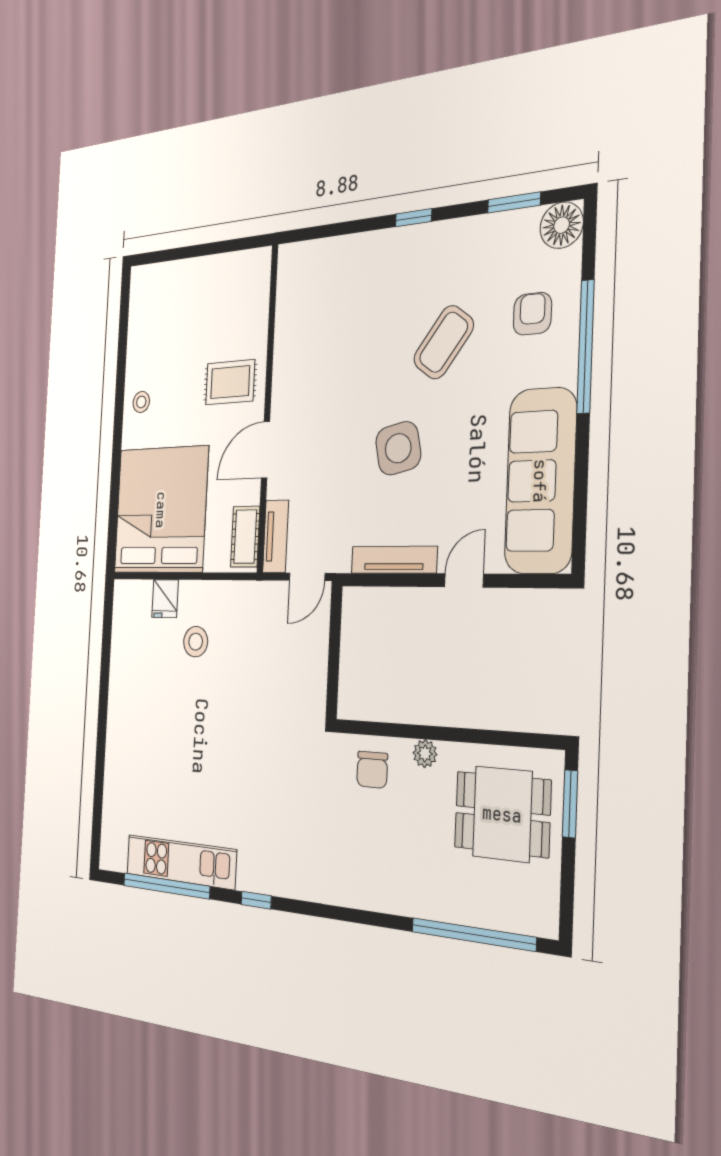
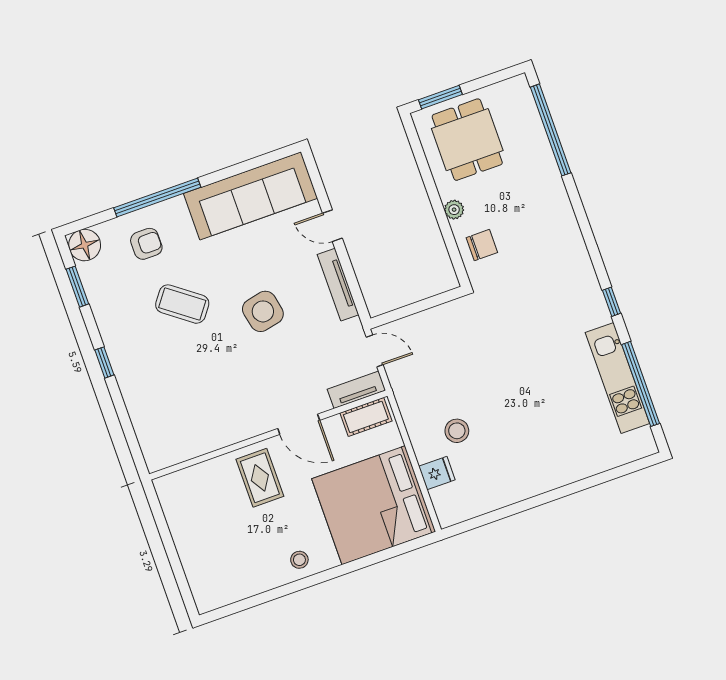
armchair: (532, 314) -> (146, 244), turned 180

